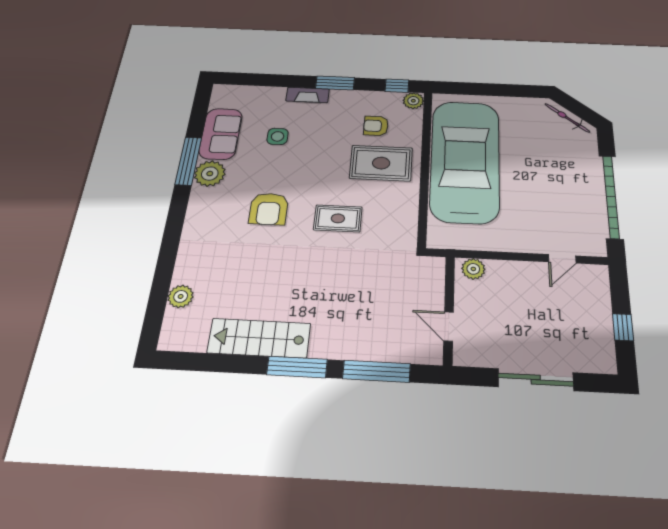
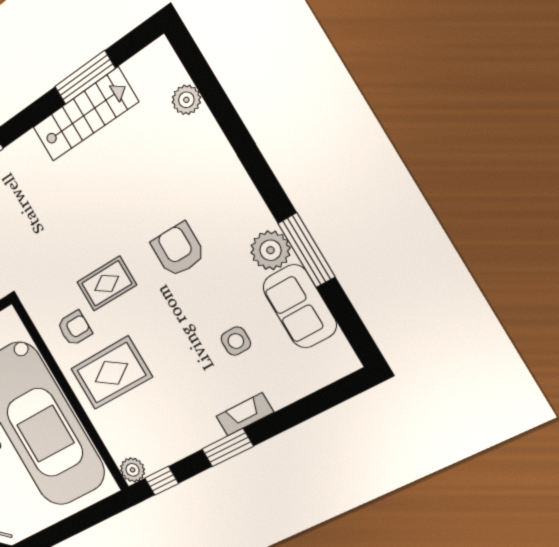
armchair: (376, 126) -> (75, 328), moved
window: (297, 367) -> (85, 77), moved

